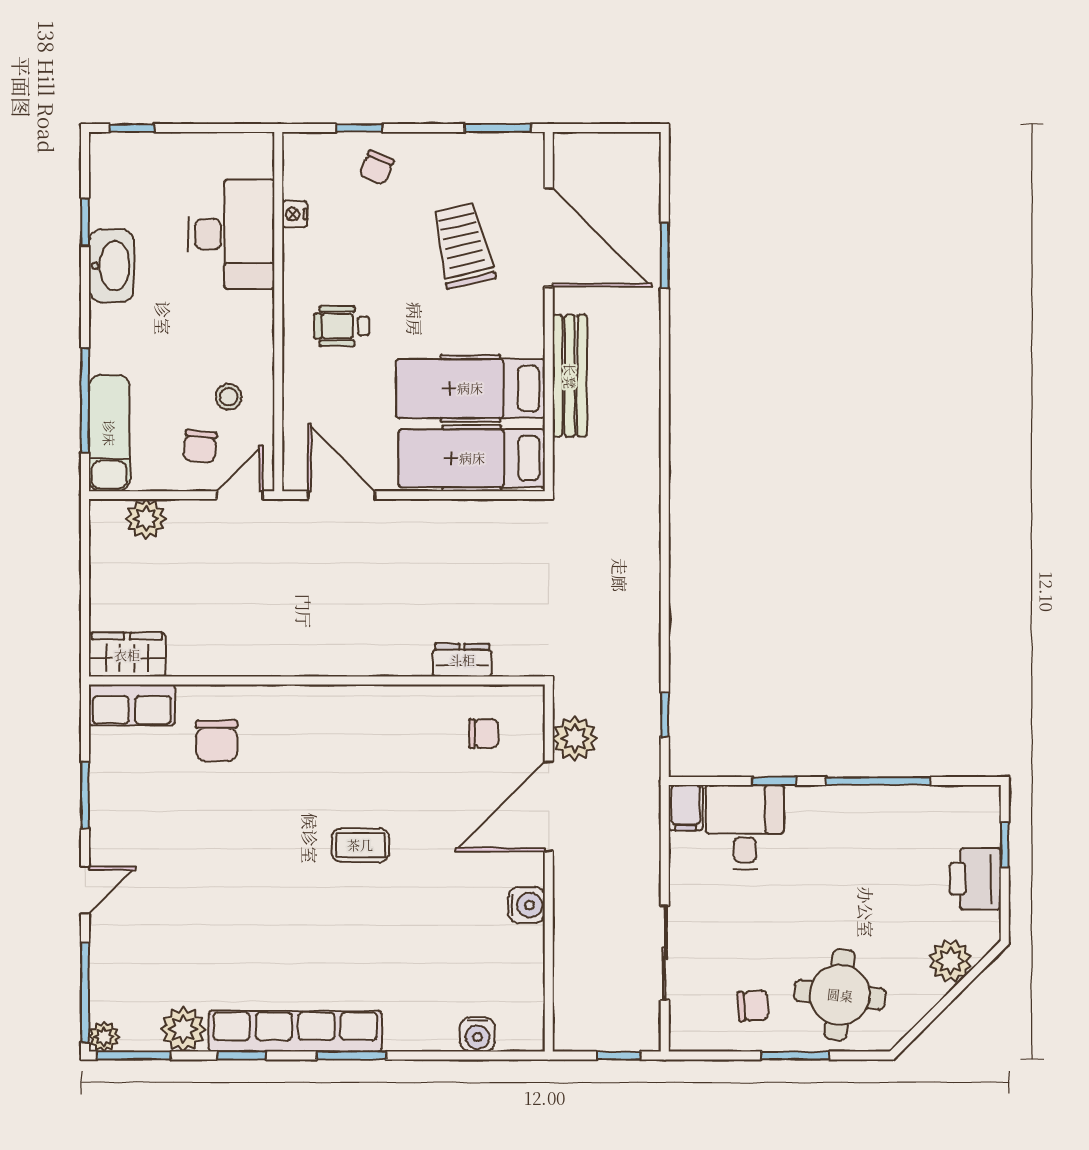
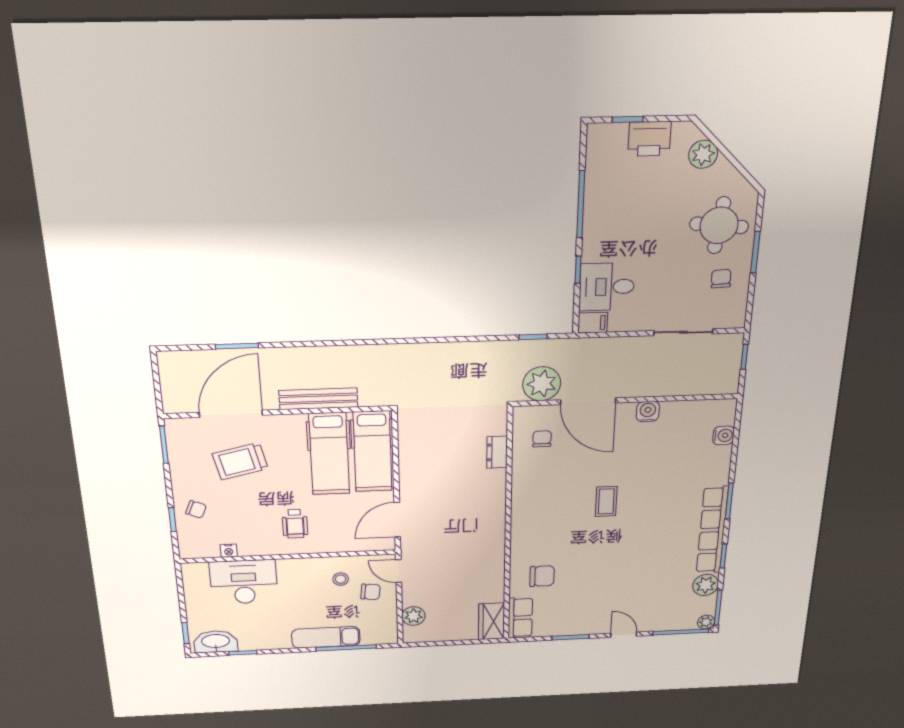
washbasin: (111, 266) -> (216, 642), moved
exam couch: (109, 433) -> (326, 637), moved
plant: (575, 738) -> (542, 384), width x1.36, depth x1.36

